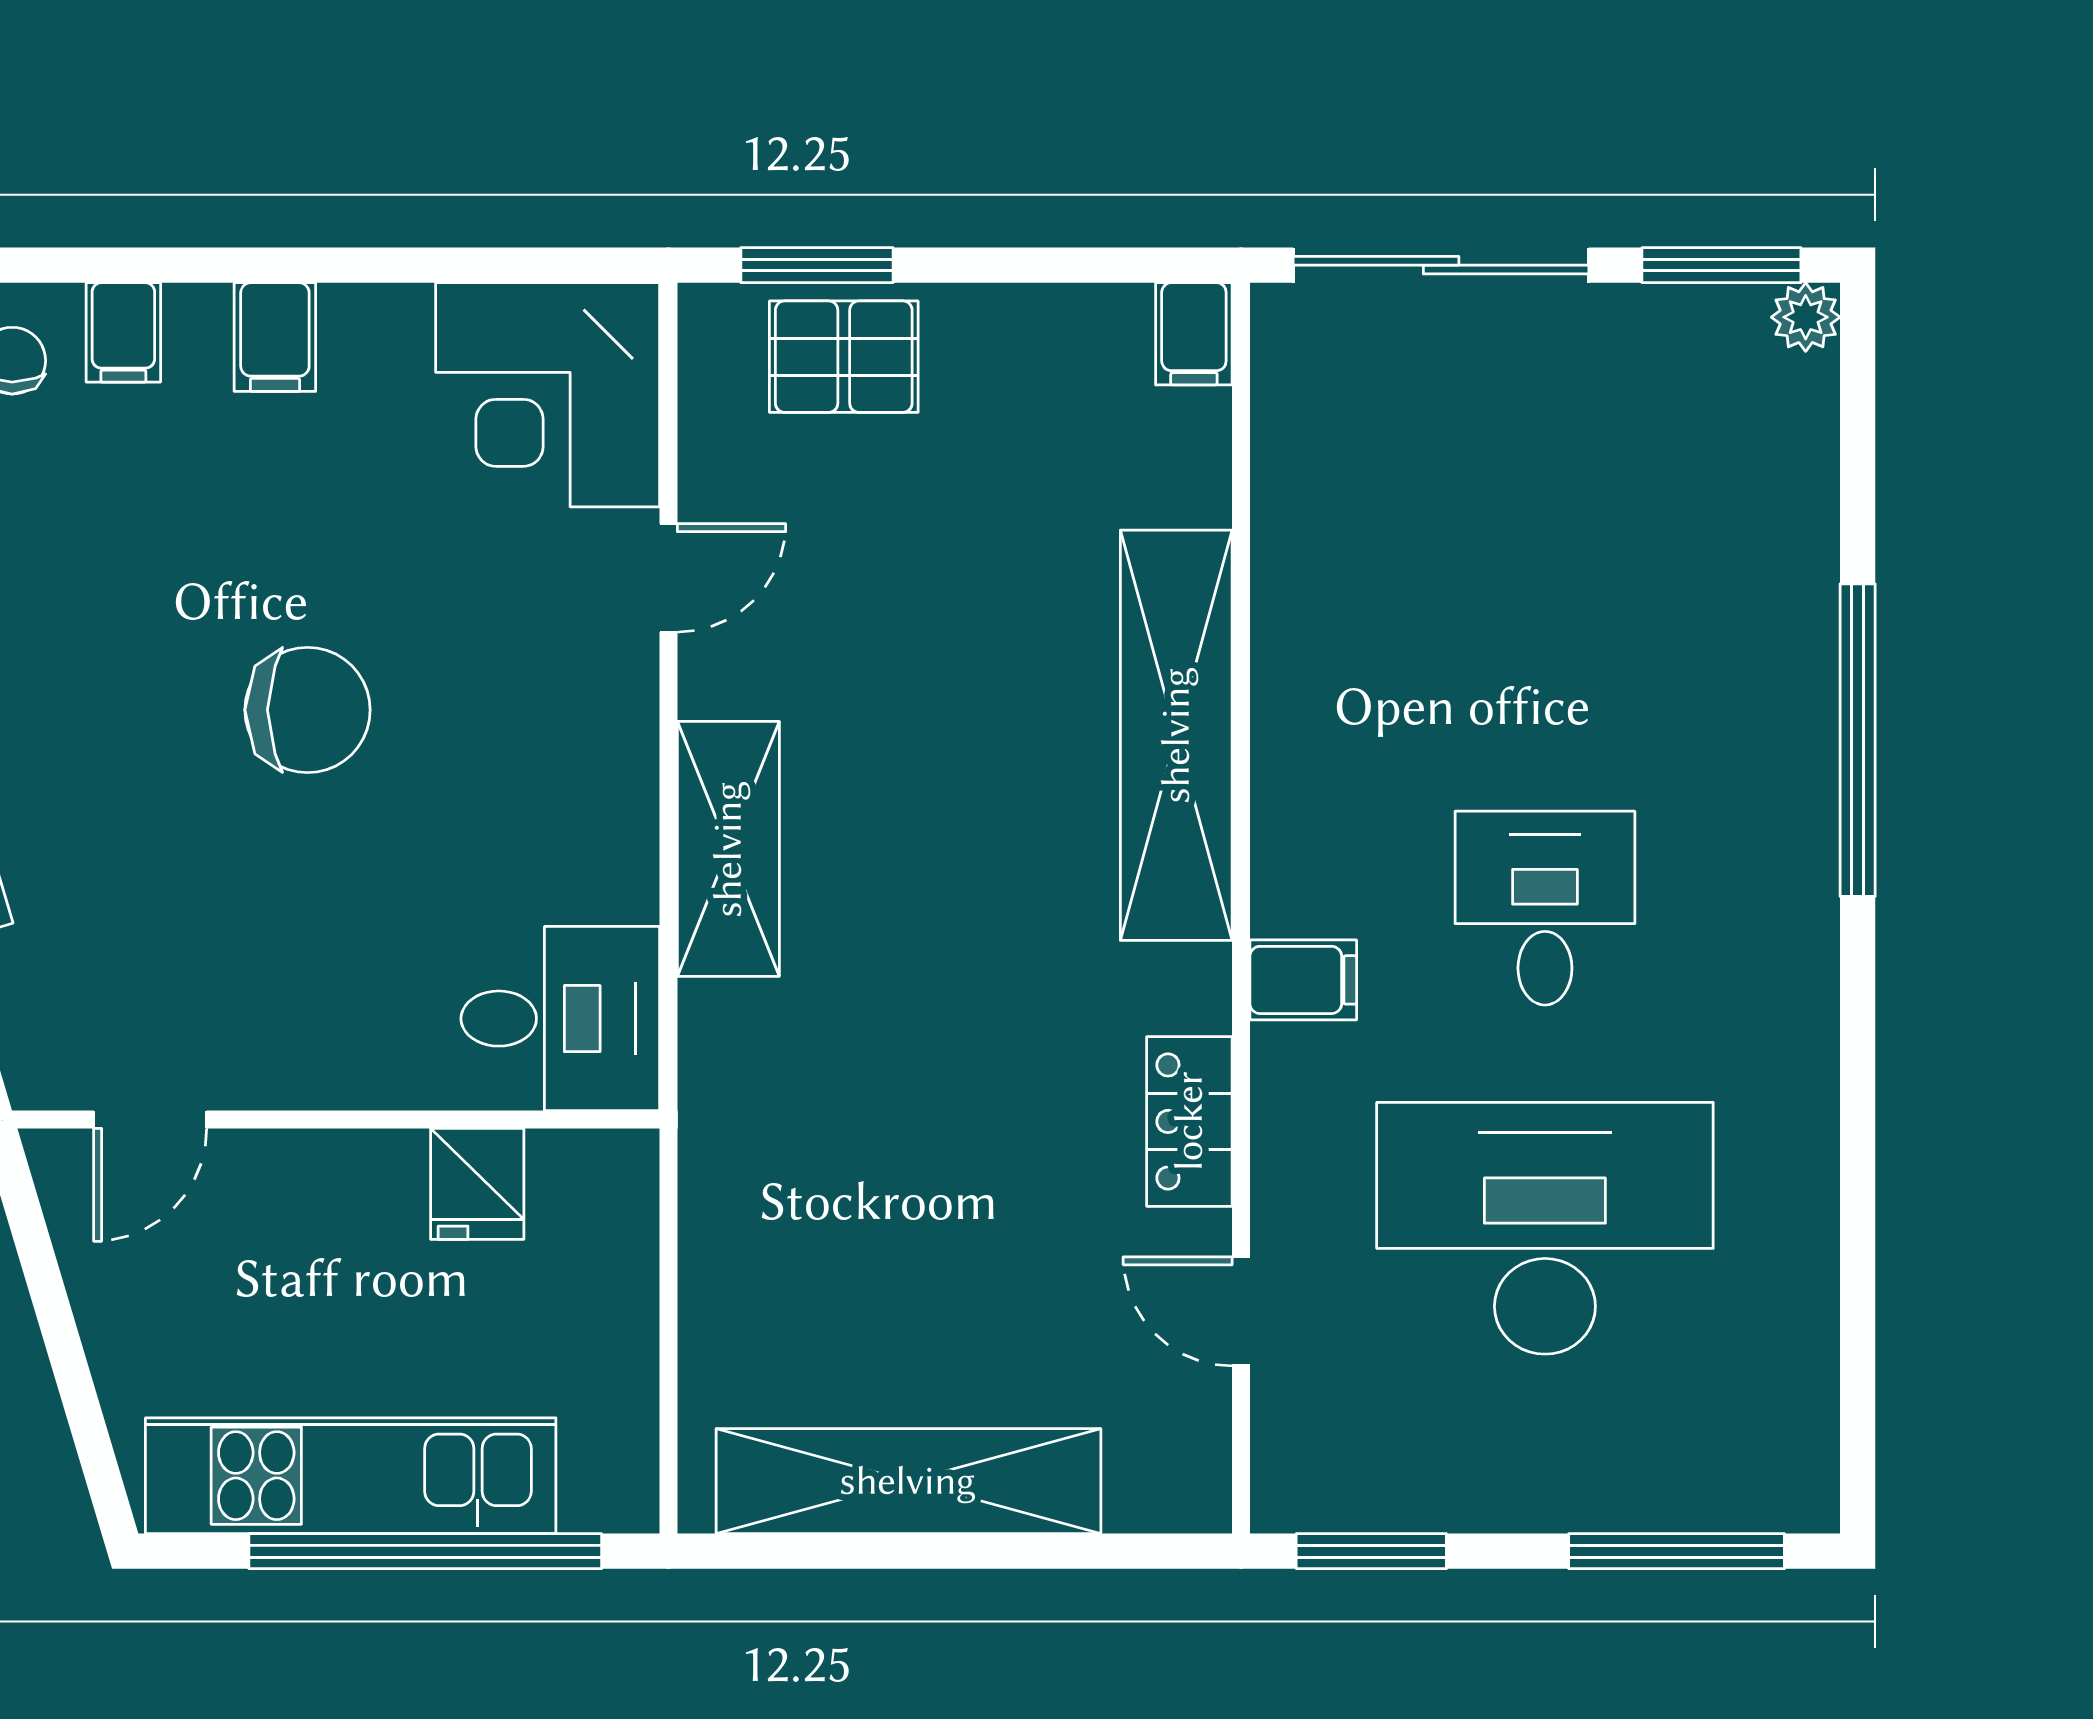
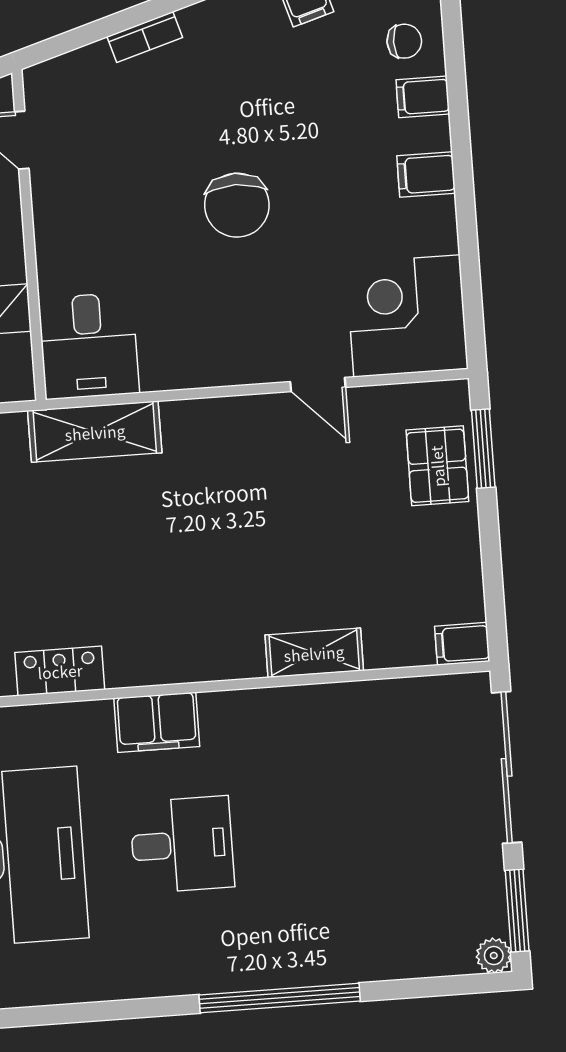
shelving: (1176, 735) -> (314, 653), width x0.45, depth x0.75
shelving: (728, 849) -> (95, 432), moved
filing cabinet: (1303, 980) -> (157, 722), width x2.00

